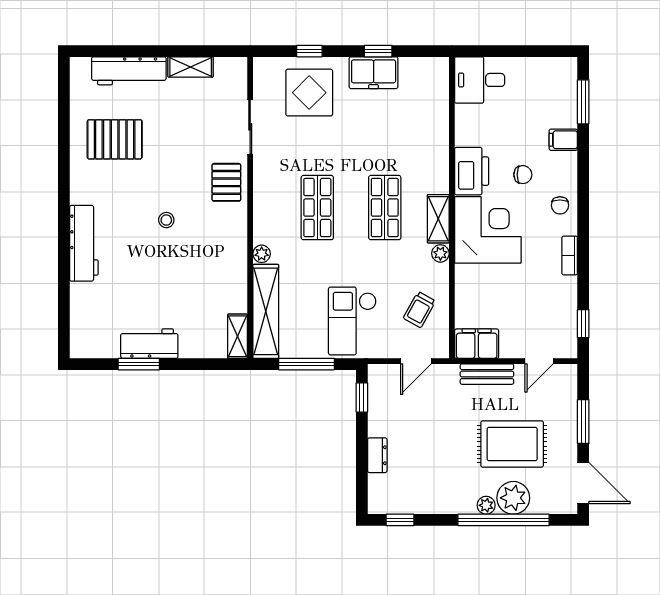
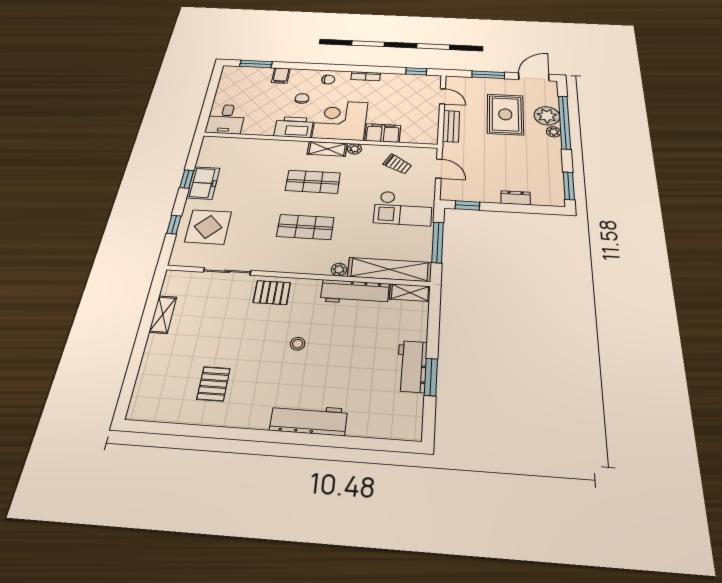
workbench: (129, 71) -> (355, 292), moved, turned 90
pallet: (115, 139) -> (214, 384), width x0.67, depth x0.71
filing cabinet: (477, 344) -> (383, 133), moved, turned 90
window: (400, 520) -> (569, 186), width x1.50

